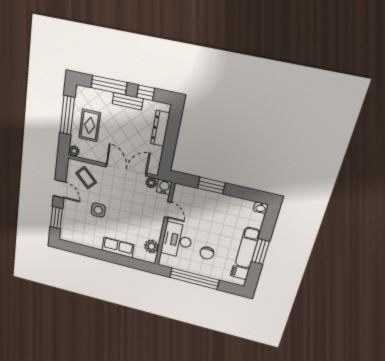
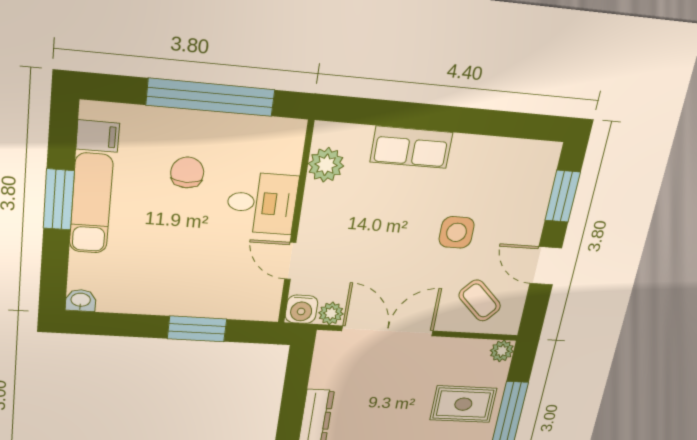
rug: (90, 125) -> (463, 404), turned 90
double door: (126, 170) -> (388, 331), swing flipped
desk: (177, 240) -> (262, 203), width x0.73

